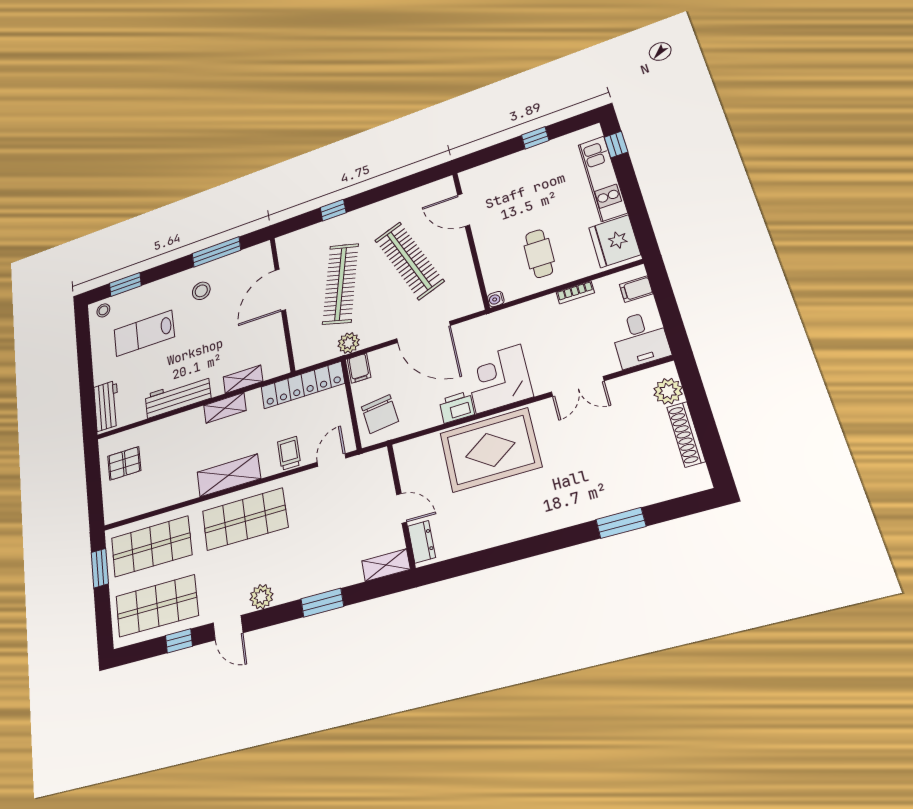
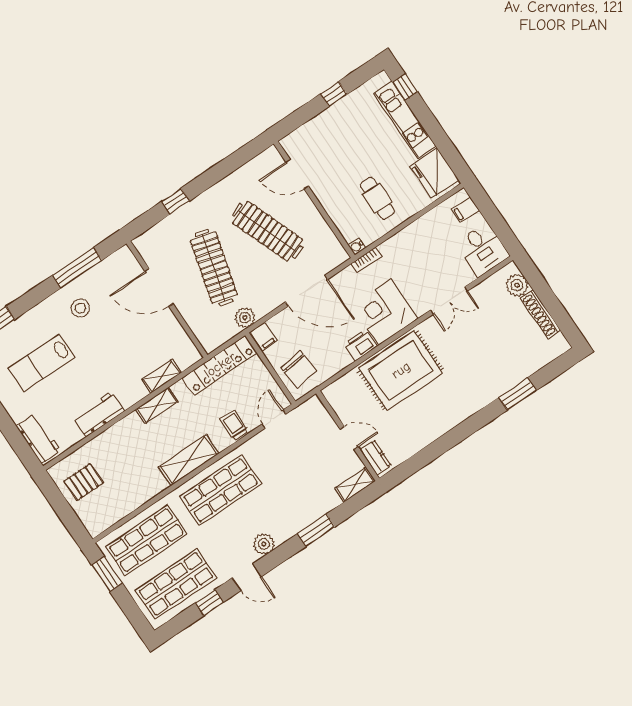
door: (280, 290) -> (159, 287), hinge flipped
bookcase: (575, 292) -> (366, 260), moved
workbench: (178, 397) -> (99, 414), width x0.73

